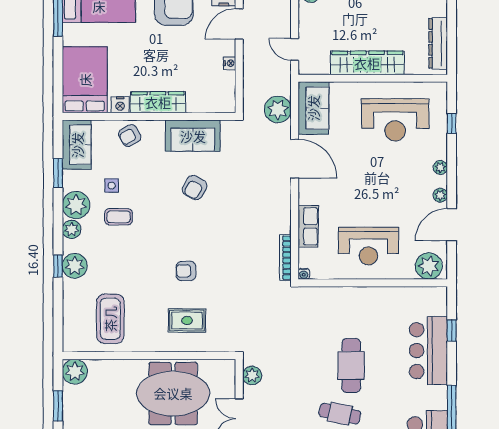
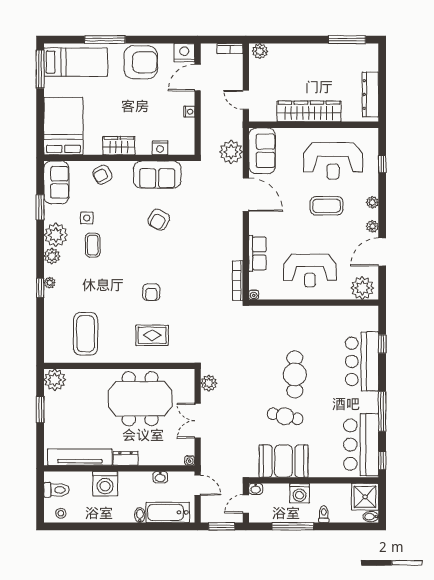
wardrobe: (158, 102) -> (119, 146), width x0.67
nightstand: (120, 105) -> (160, 148), moved
coffee table: (388, 171) -> (327, 206), added
coffee table: (119, 217) -> (93, 245), turned 90
plant: (75, 266) -> (50, 283), width x0.53, depth x0.53
armchair: (186, 271) -> (151, 292), turned -90

